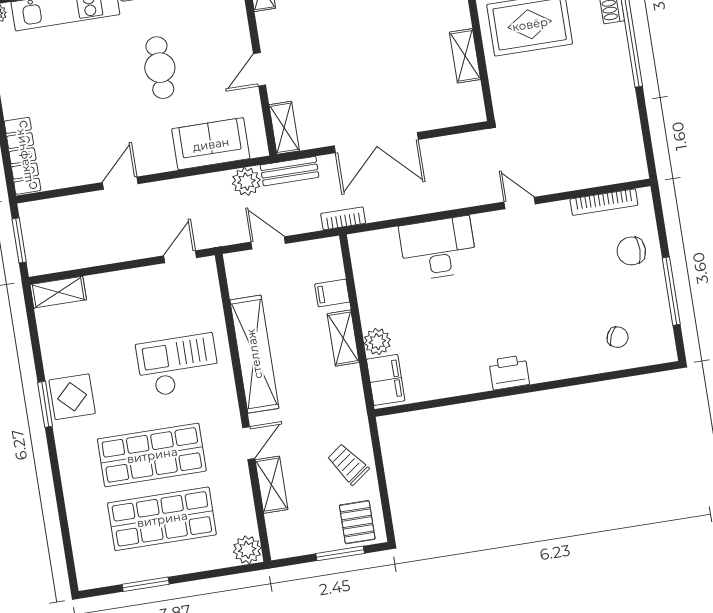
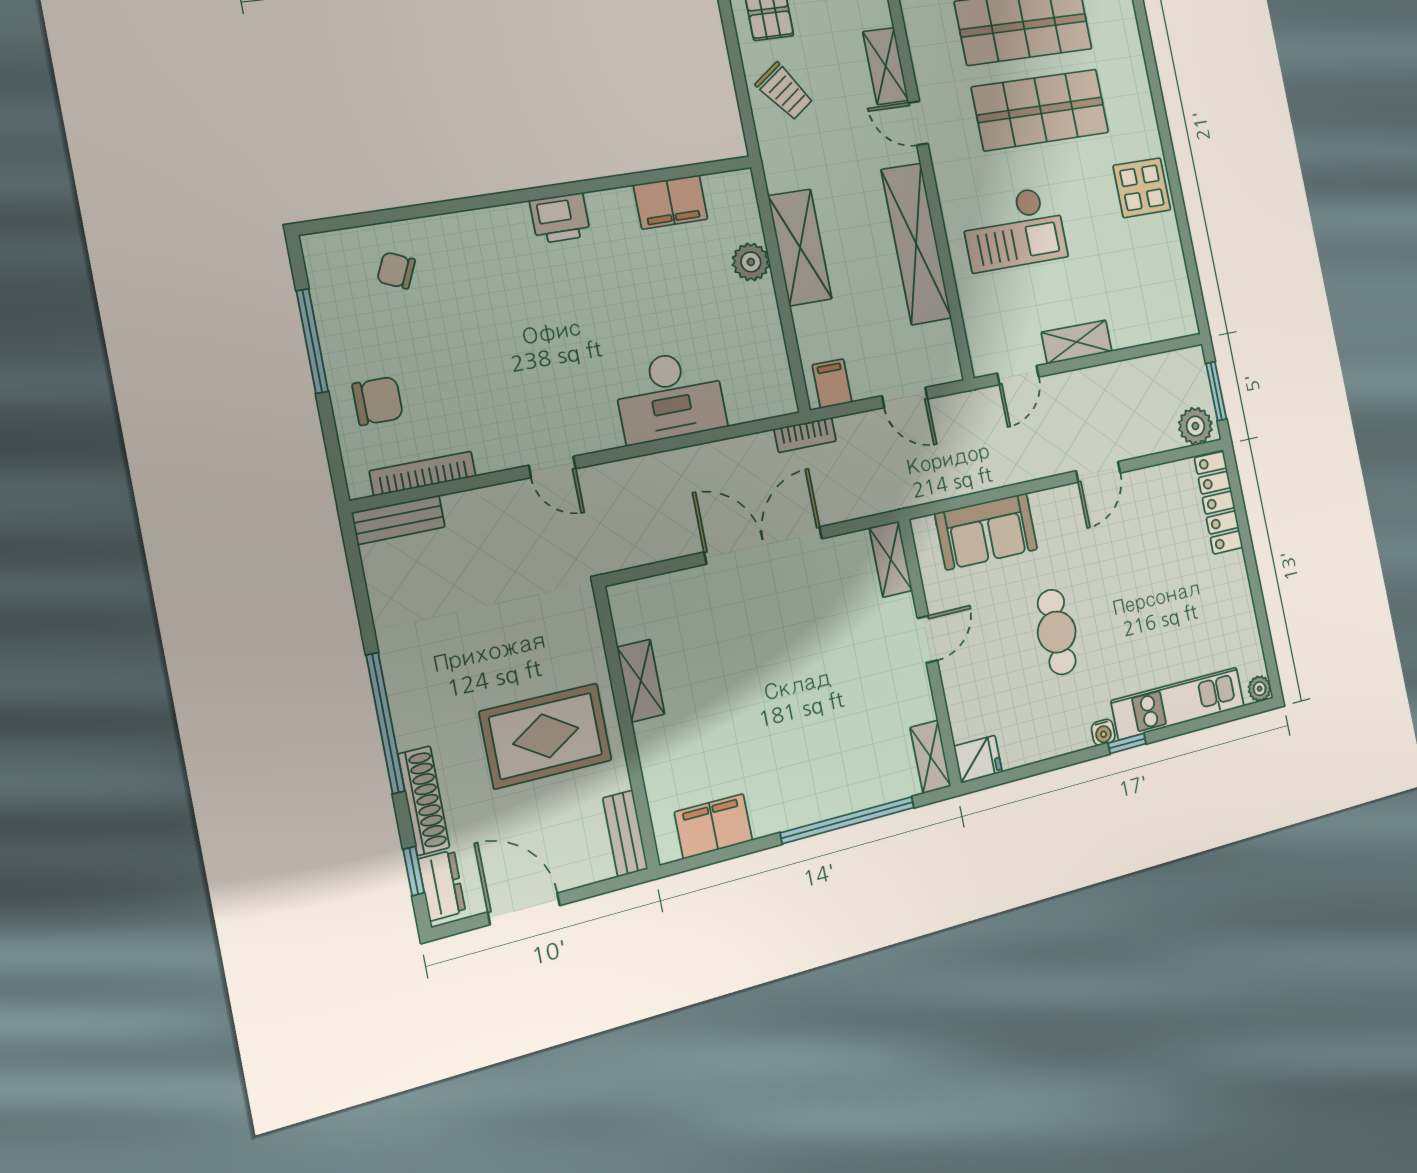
bench: (290, 171) -> (399, 520), moved
plant: (246, 182) -> (1195, 426), moved
shelving: (58, 292) -> (1077, 342), moved
filing cabinet: (332, 293) -> (832, 384), moved, turned -90
shelving: (343, 338) -> (800, 247), width x1.50, depth x1.33
filing cabinet: (386, 380) -> (671, 202), moved, turned -90
window: (45, 404) -> (1174, 178), removed
door: (249, 443) -> (918, 123), hinge flipped

